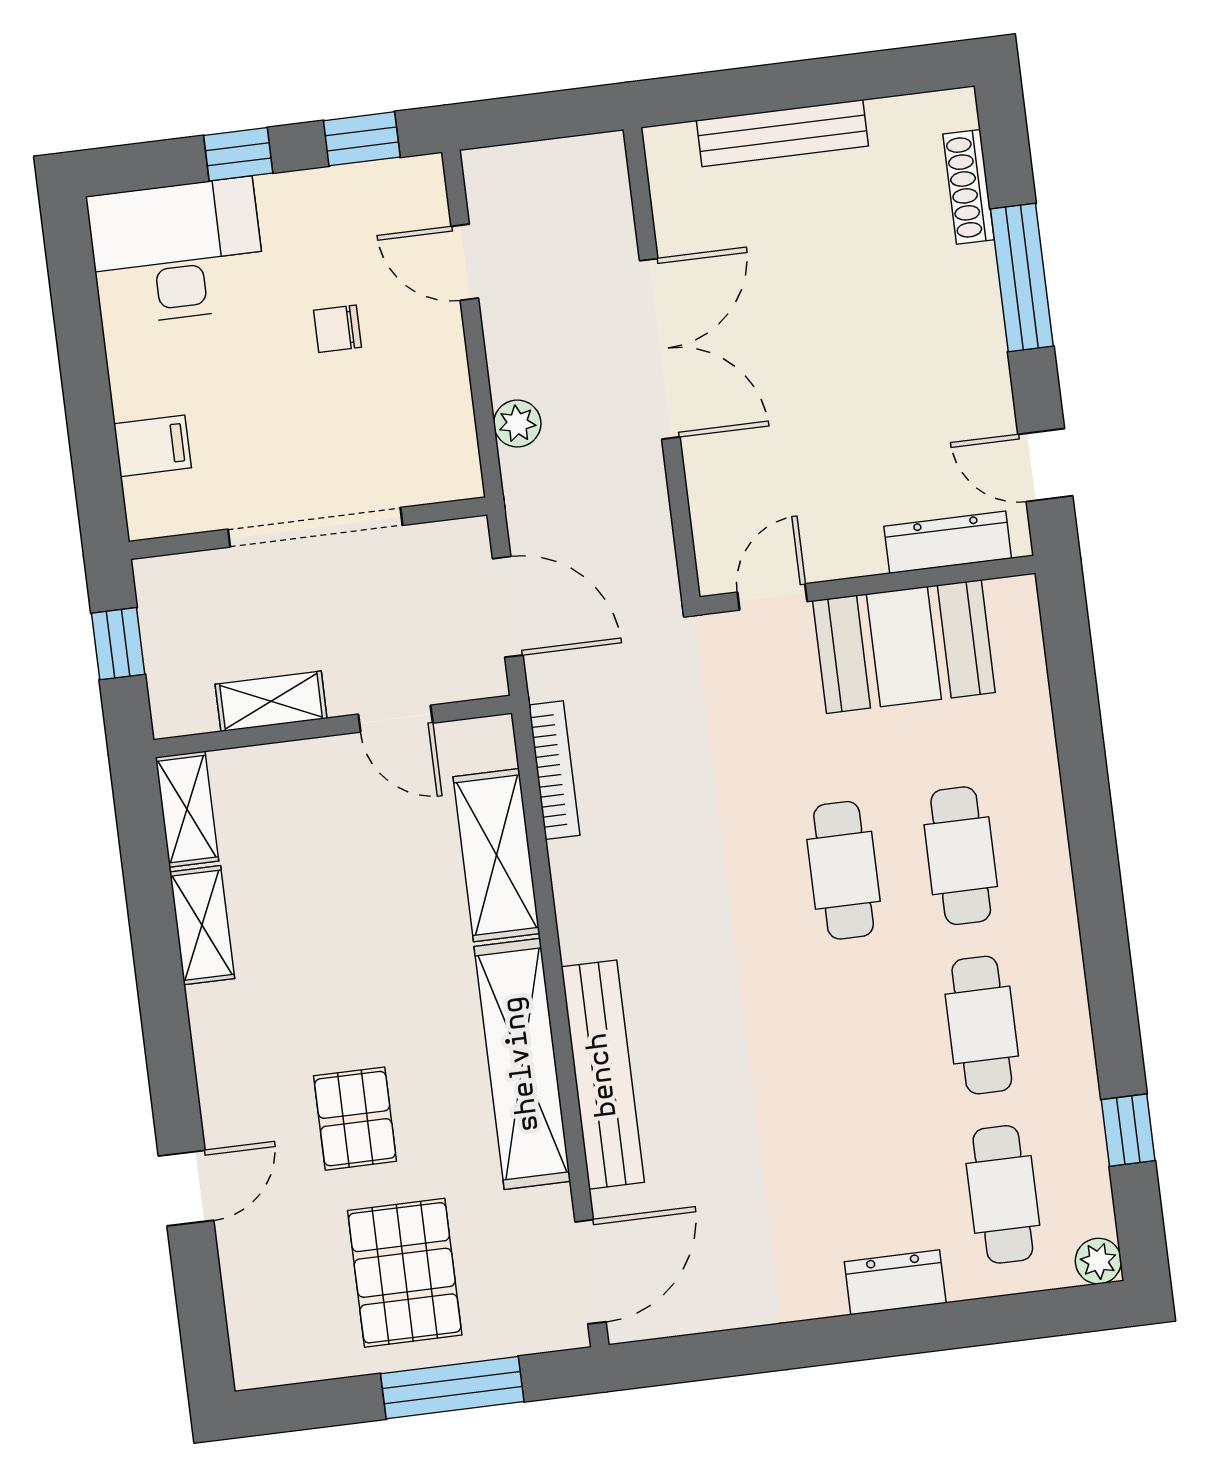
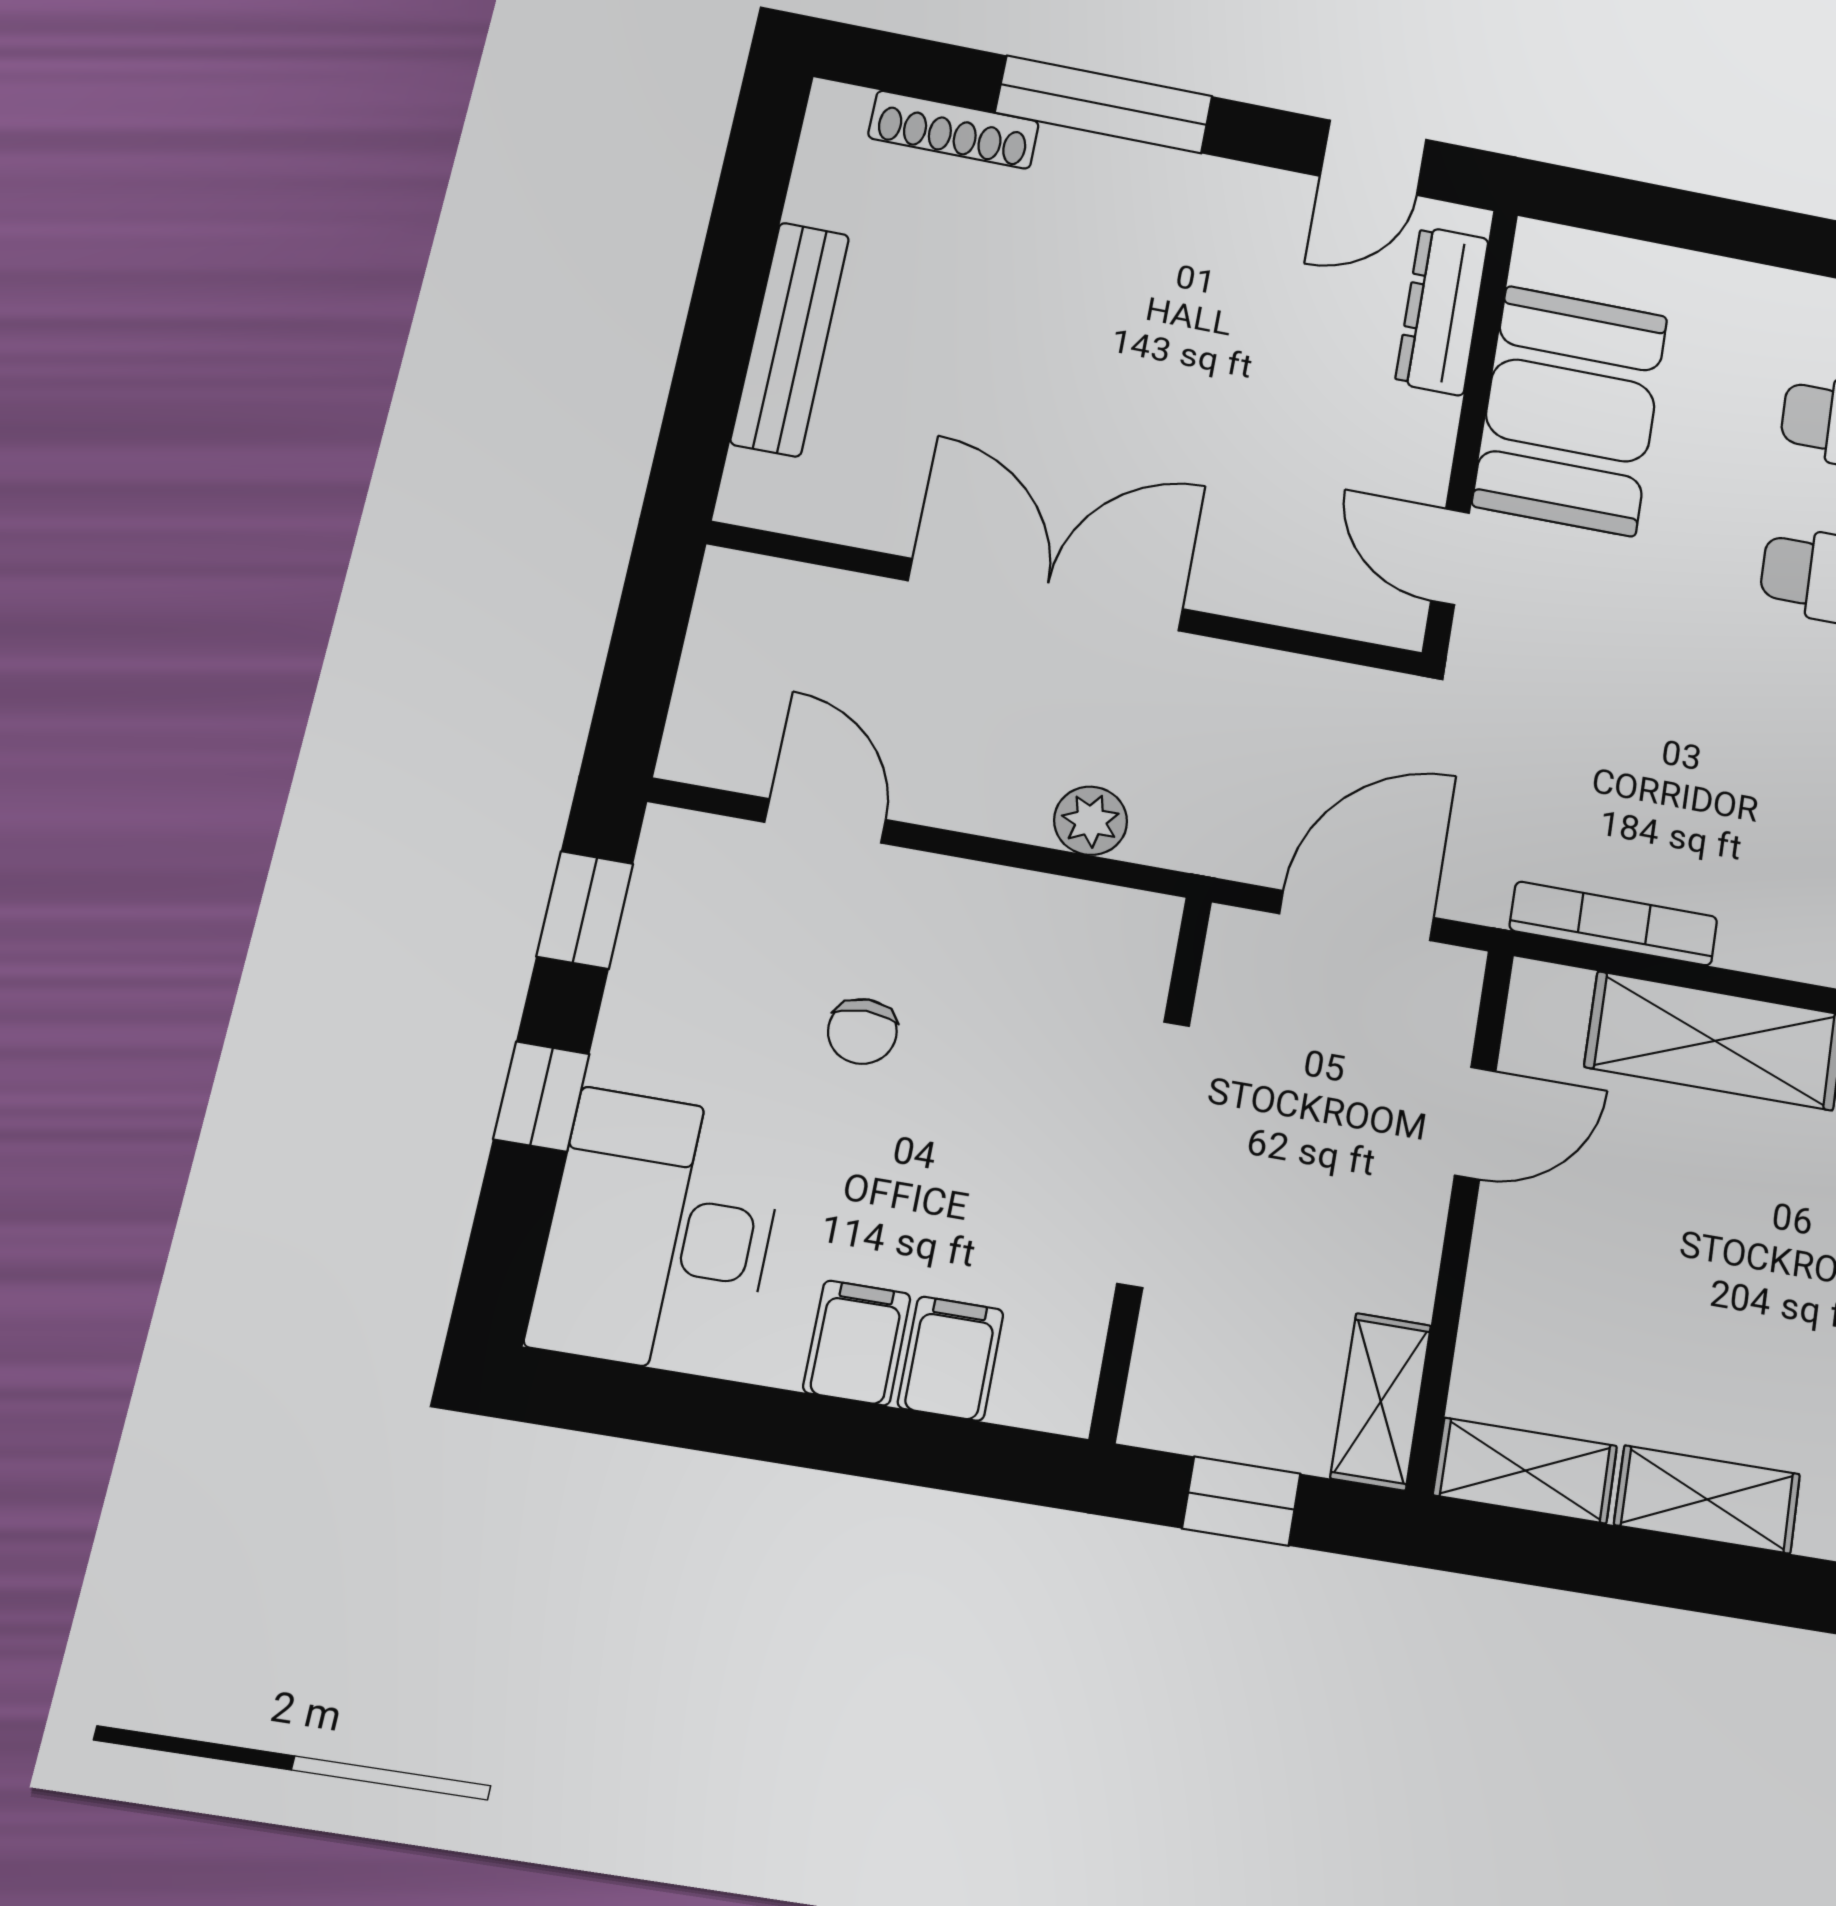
door: (465, 262) -> (825, 821), swing flipped
filing cabinet: (145, 388) -> (857, 1343), added
shelving: (271, 701) -> (1381, 1401), moved

